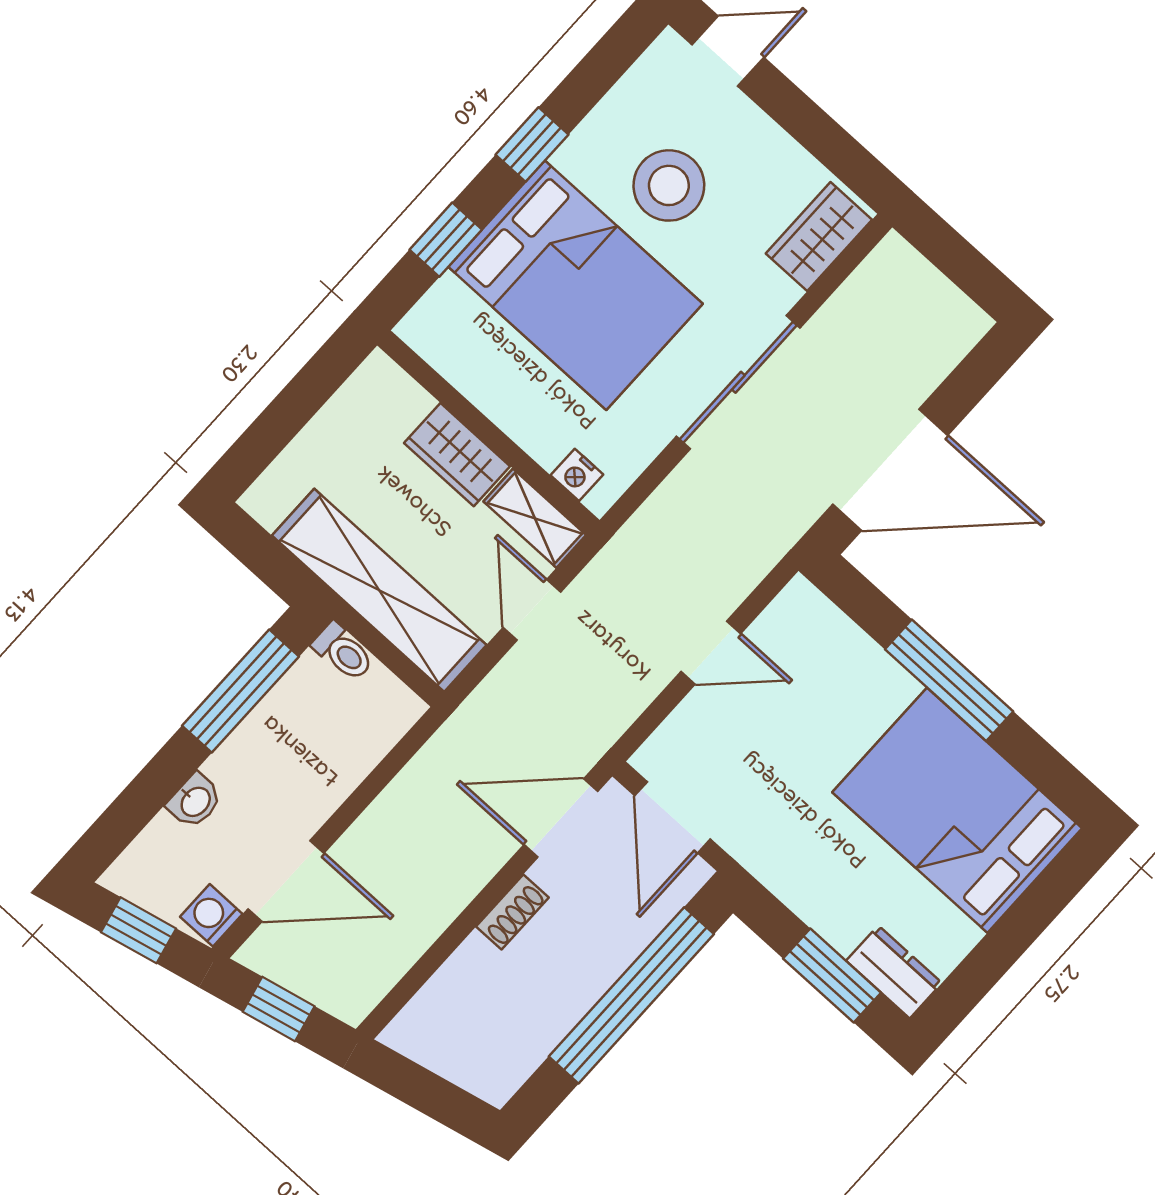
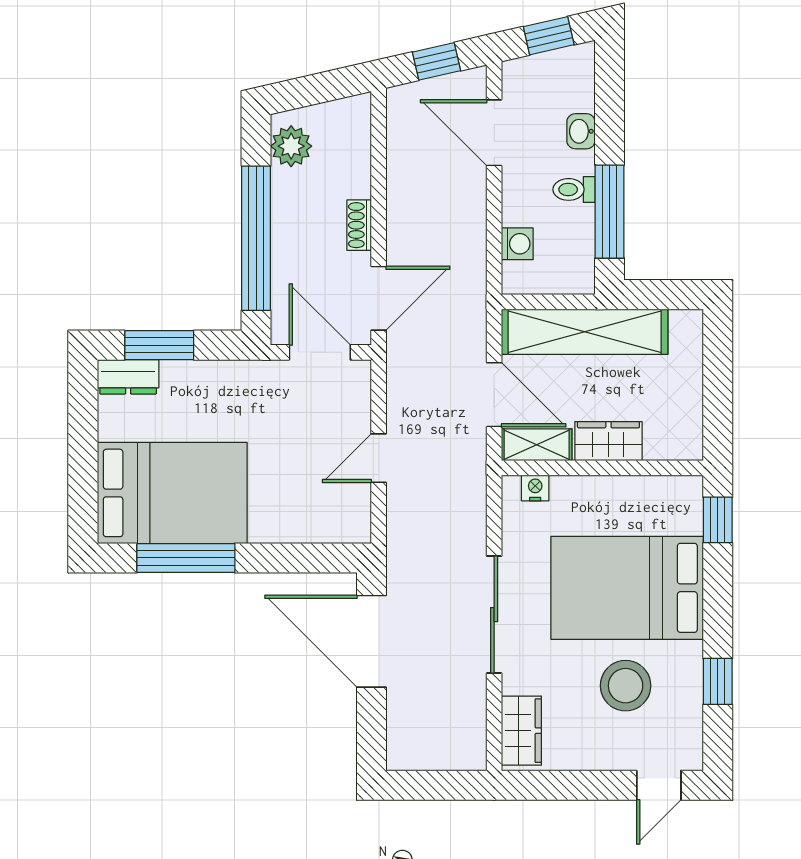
window: (532, 145) -> (718, 681), moved
window: (446, 240) -> (718, 520), moved
door: (890, 470) -> (371, 641), hinge flipped
door: (532, 610) -> (494, 395), width x1.38
toilet: (343, 652) -> (574, 189), moved
window: (949, 680) -> (186, 558), moved
door: (286, 881) -> (494, 133), hinge flipped
washing machine: (211, 915) -> (517, 244), moved
plant: (509, 1058) -> (291, 146), added

